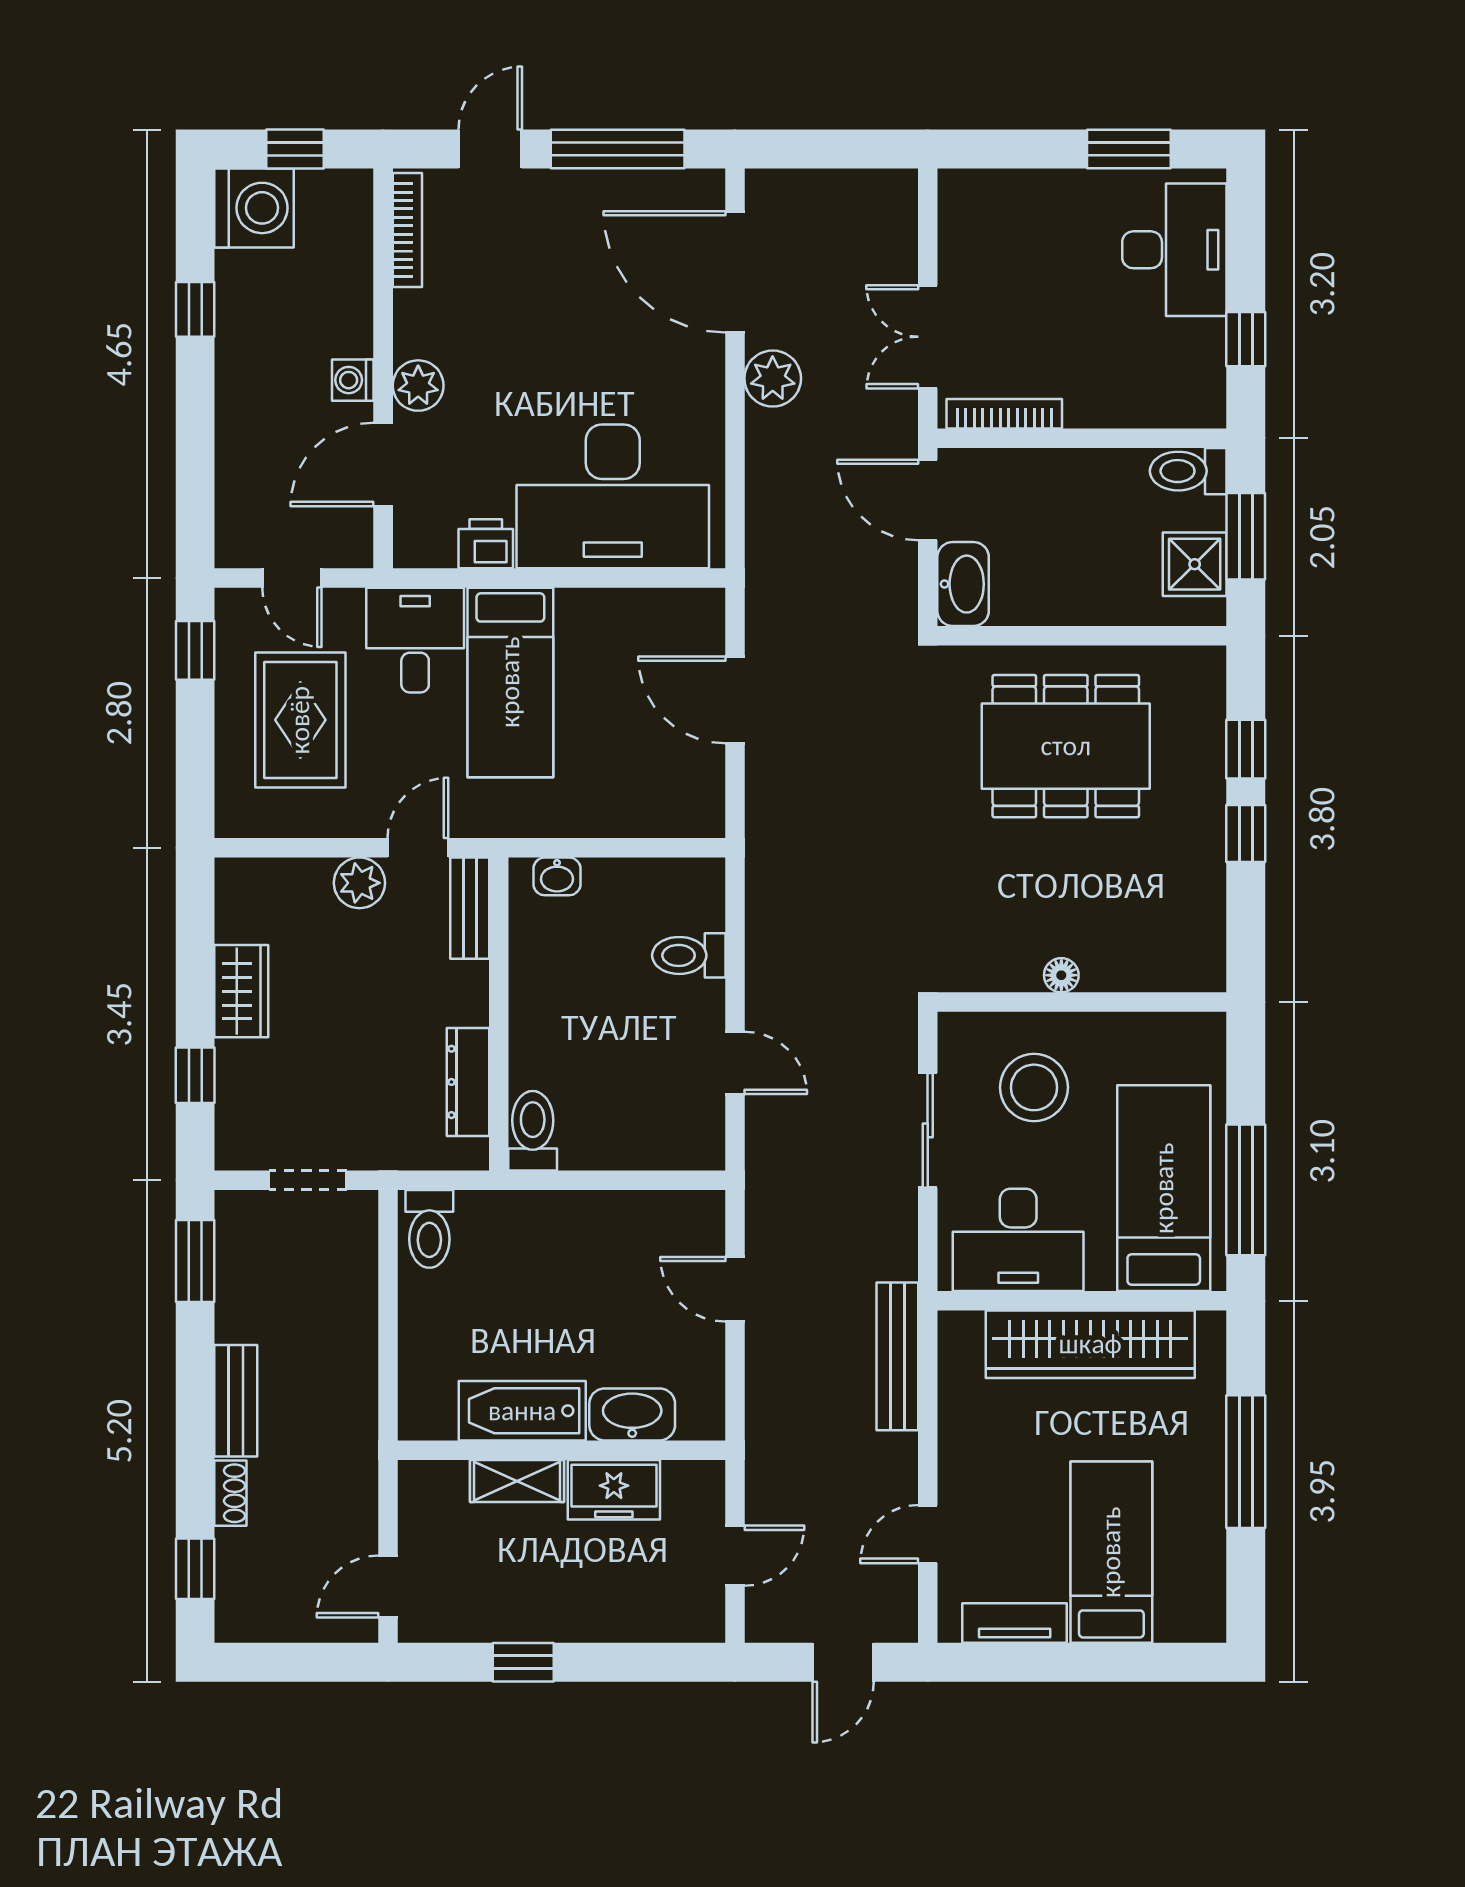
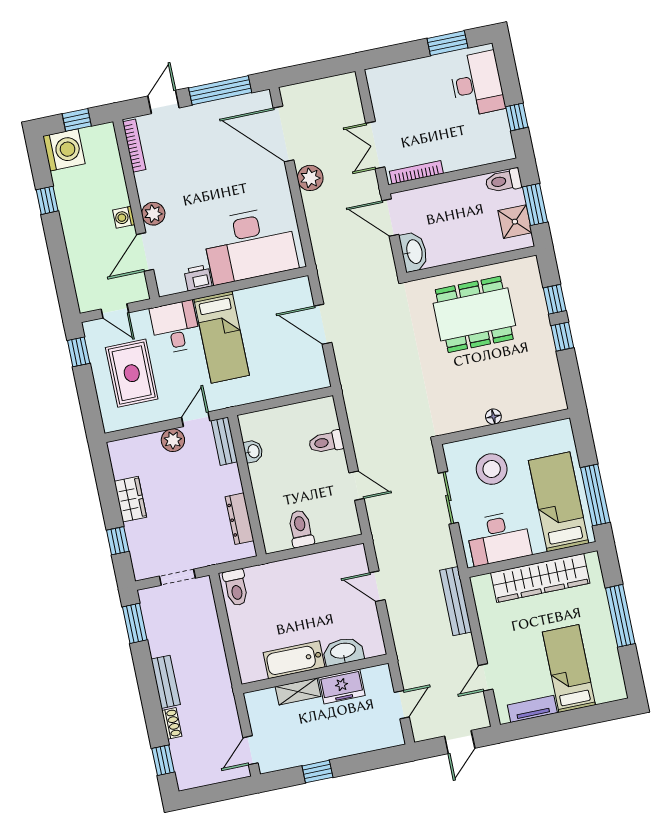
washbasin: (557, 876) -> (253, 451), moved, turned -90
toilet: (533, 1131) -> (301, 529), moved

